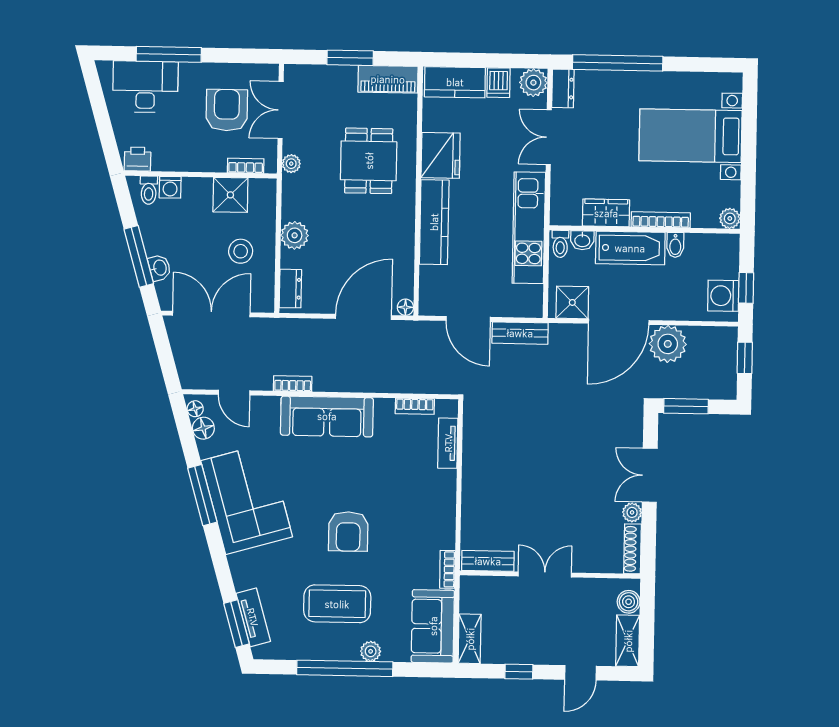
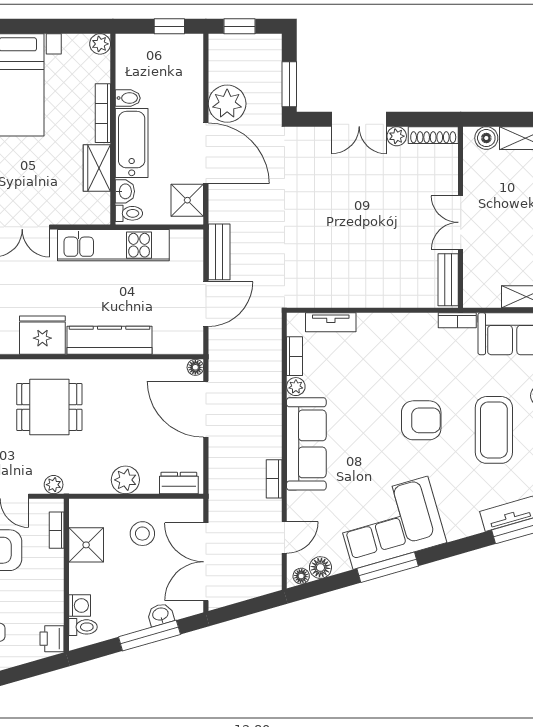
washing machine: (723, 296) -> (178, 49), removed
plant: (384, 407) -> (296, 387), added

